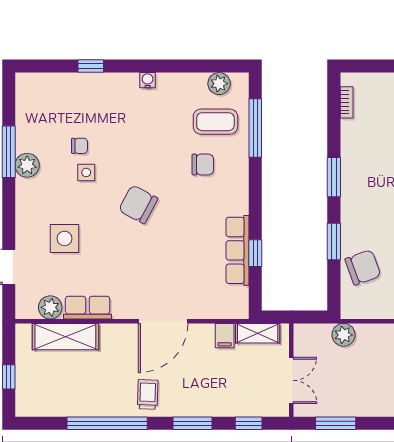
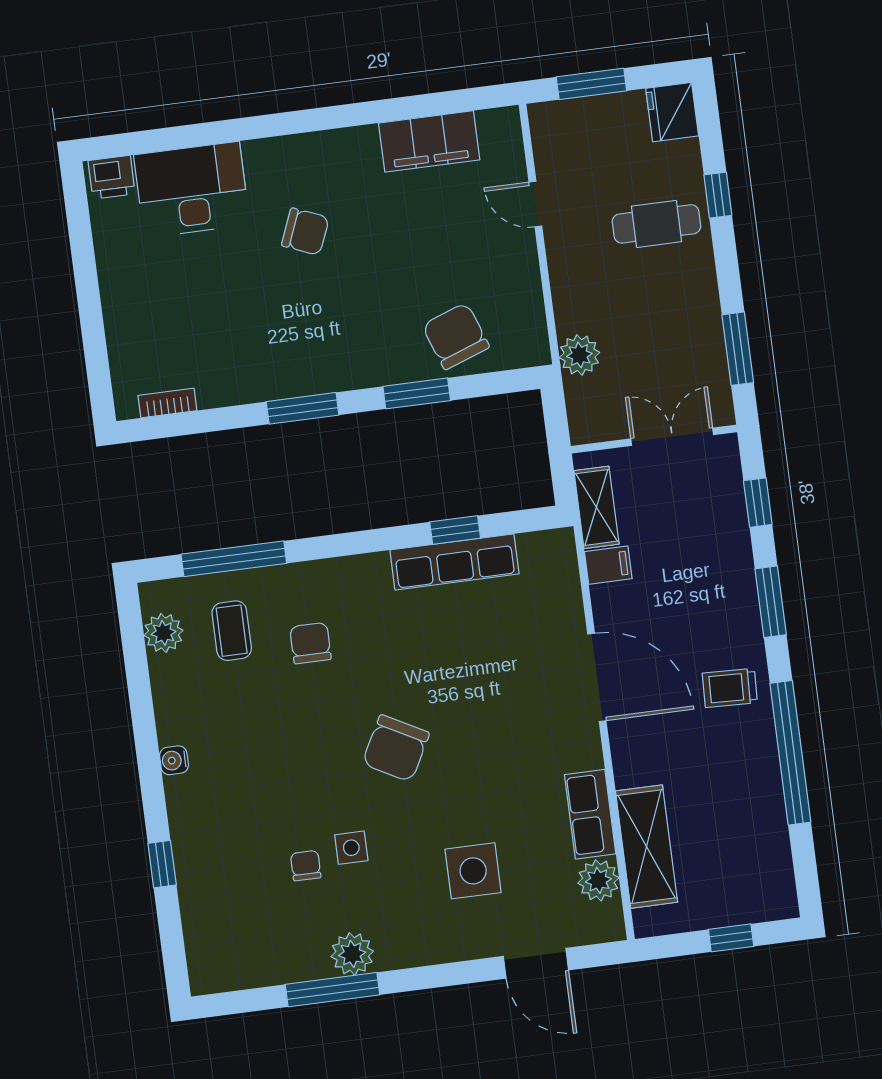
coffee table: (215, 122) -> (232, 631), width x0.73, depth x0.77

